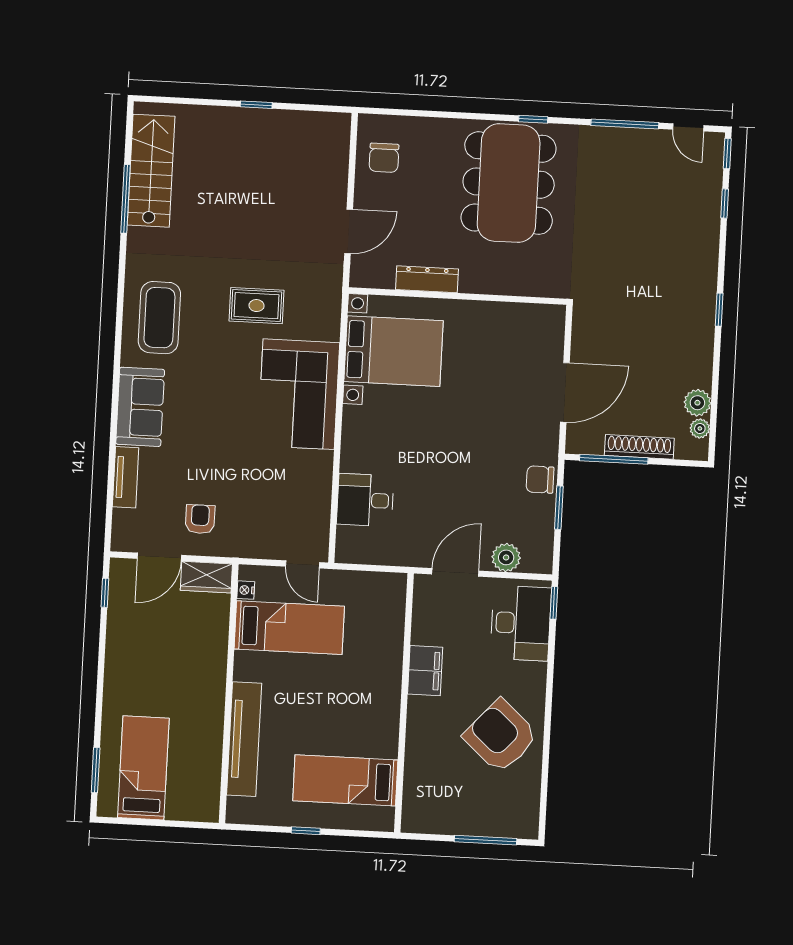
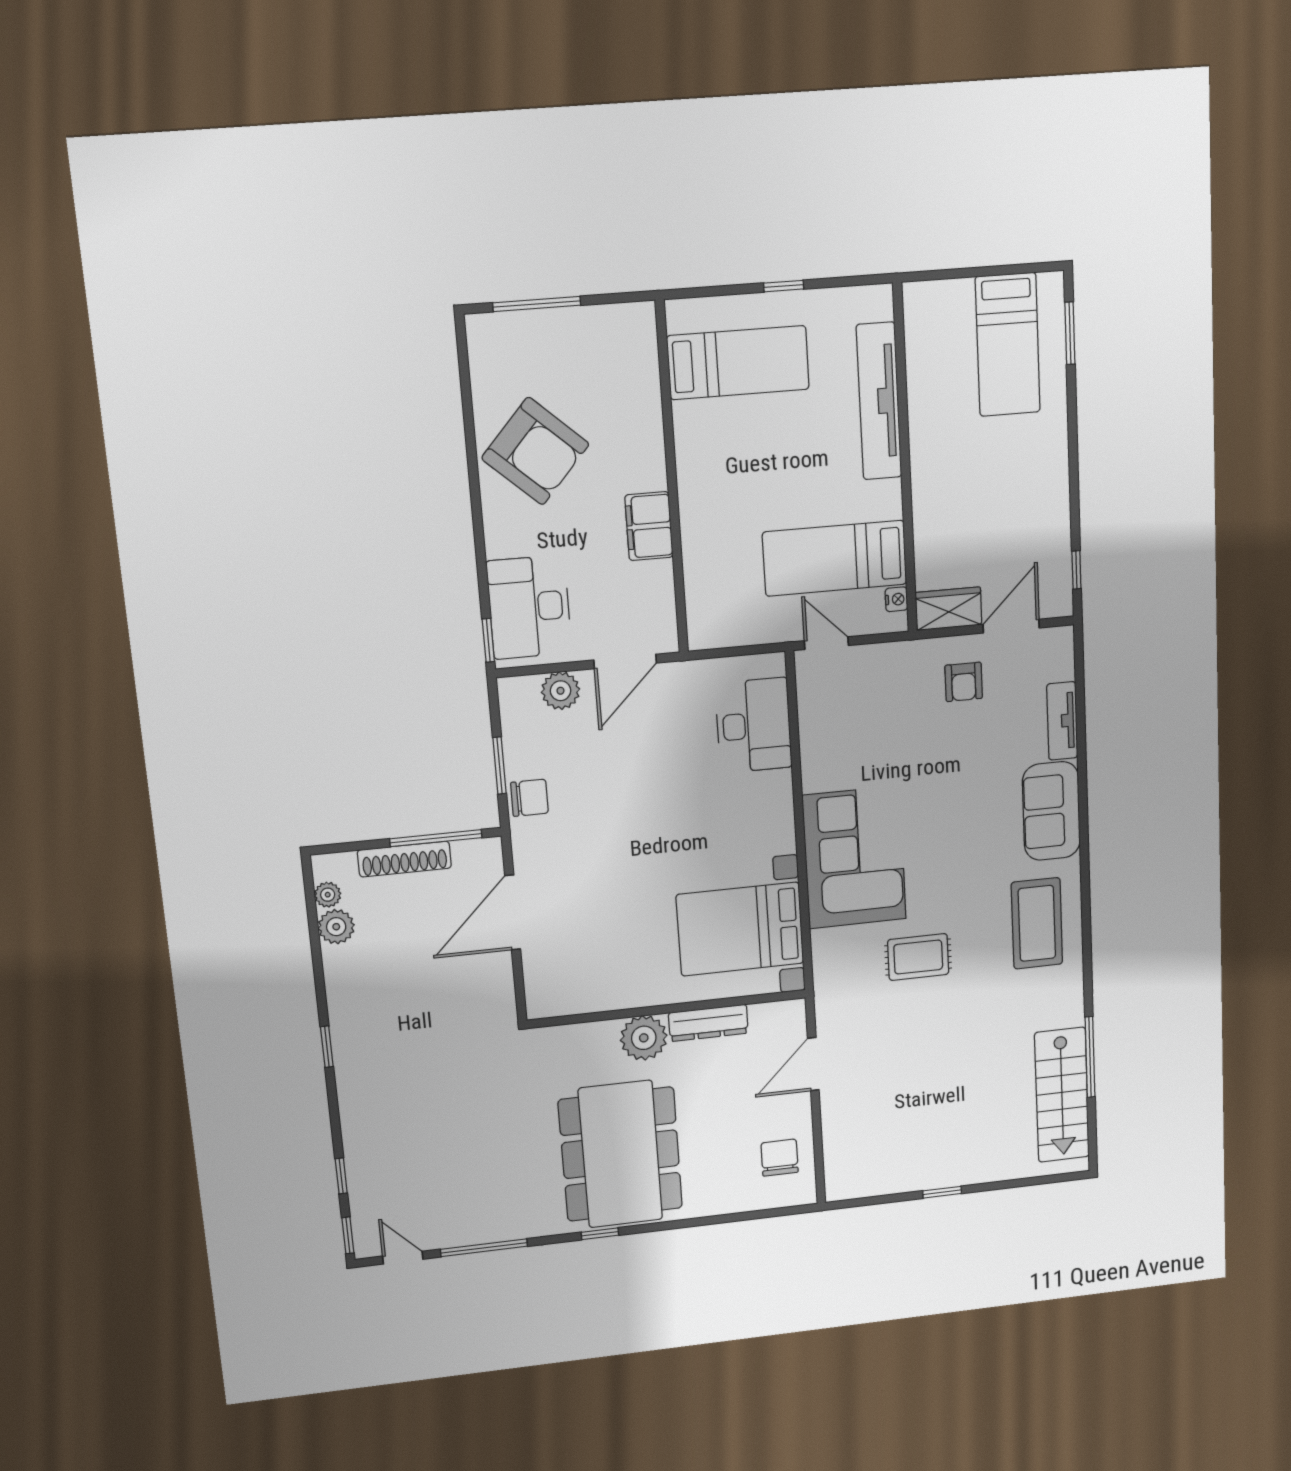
plant: (478, 276) -> (644, 1038), added
desk: (365, 500) -> (754, 725), width x1.37

